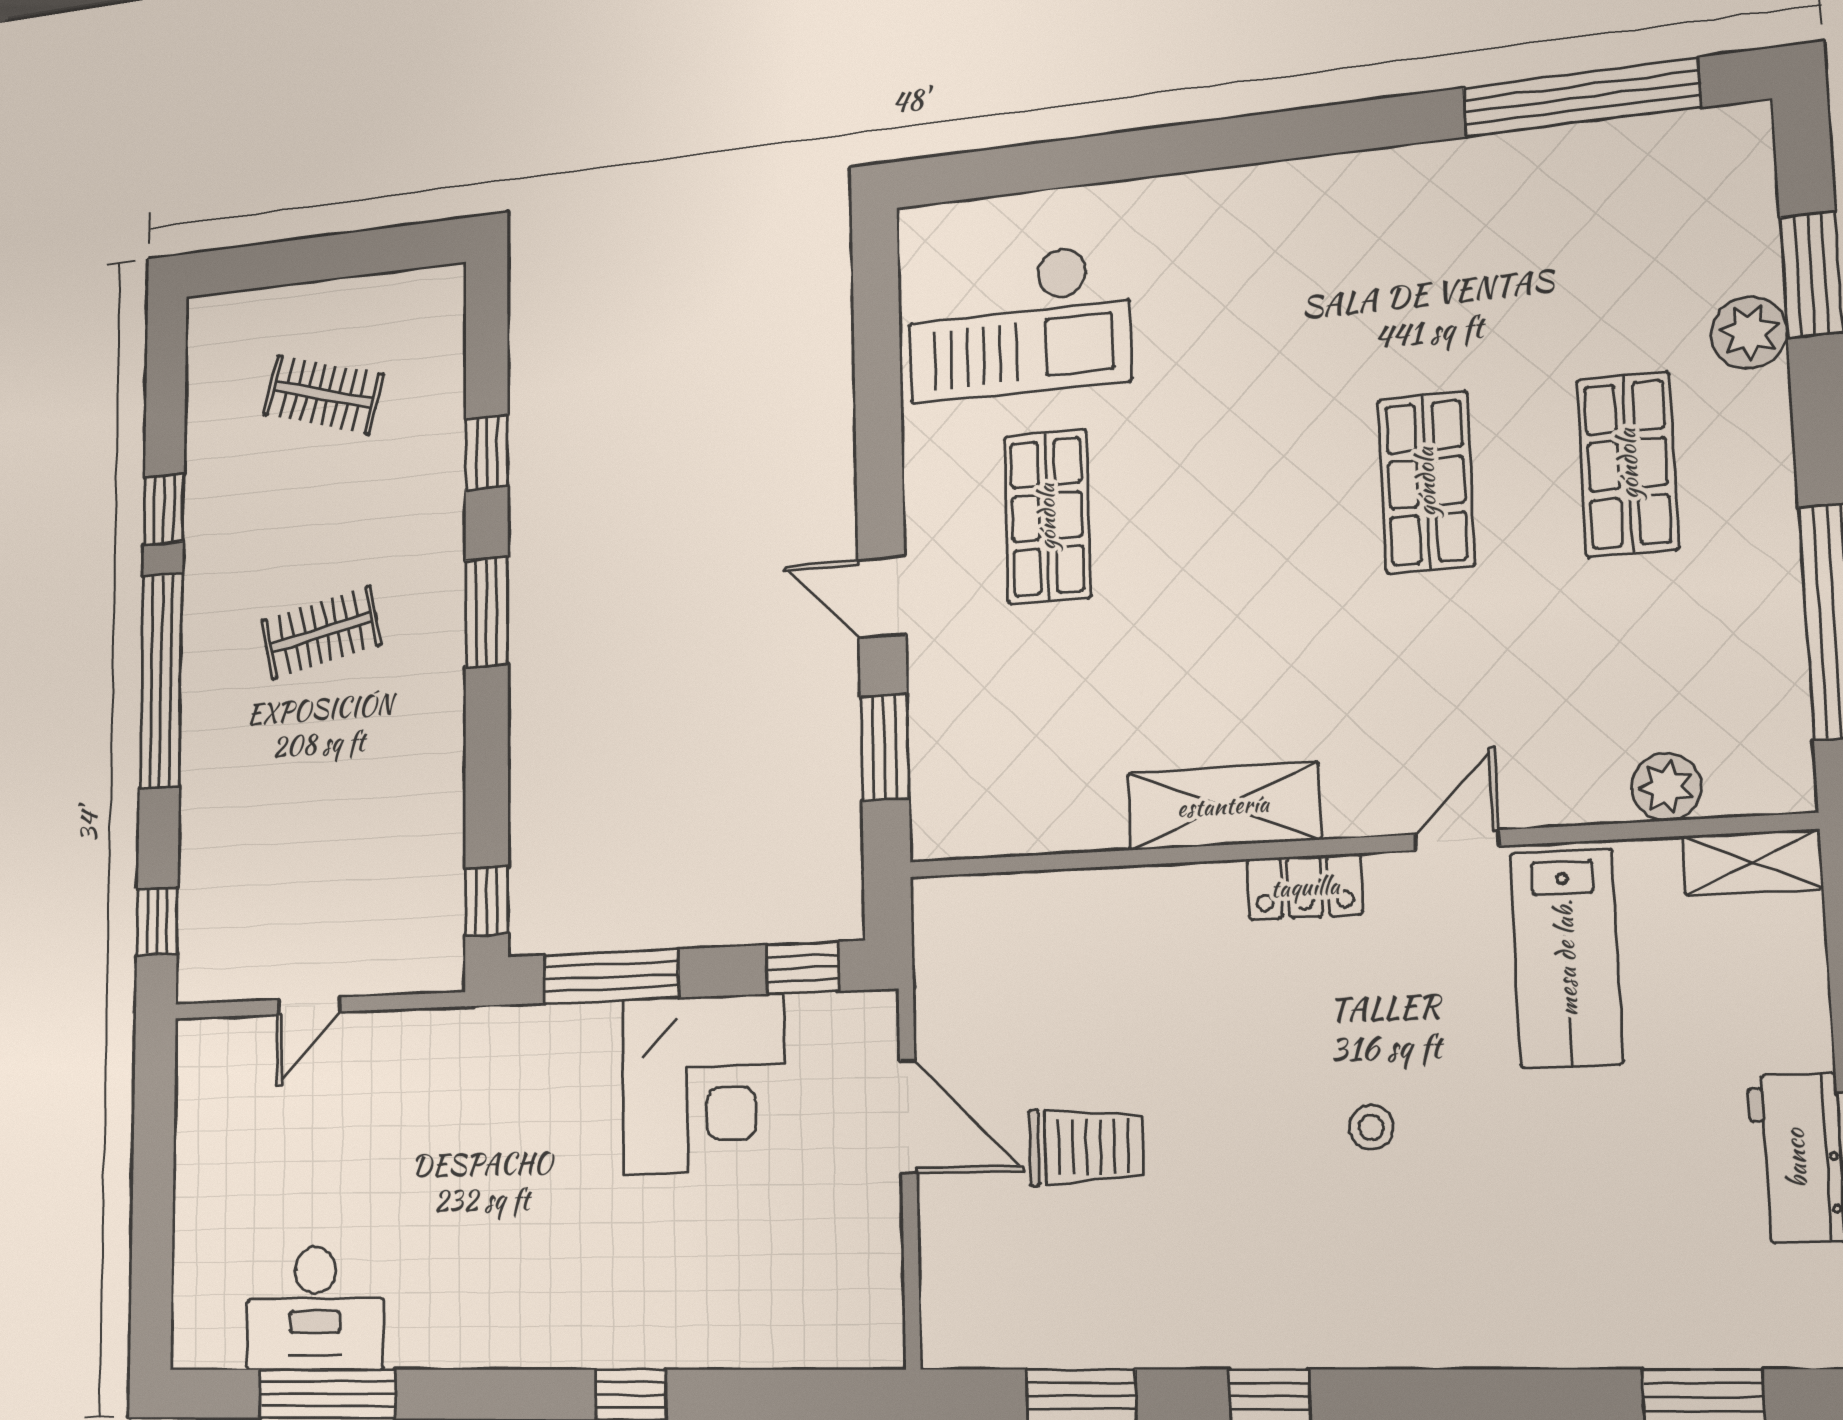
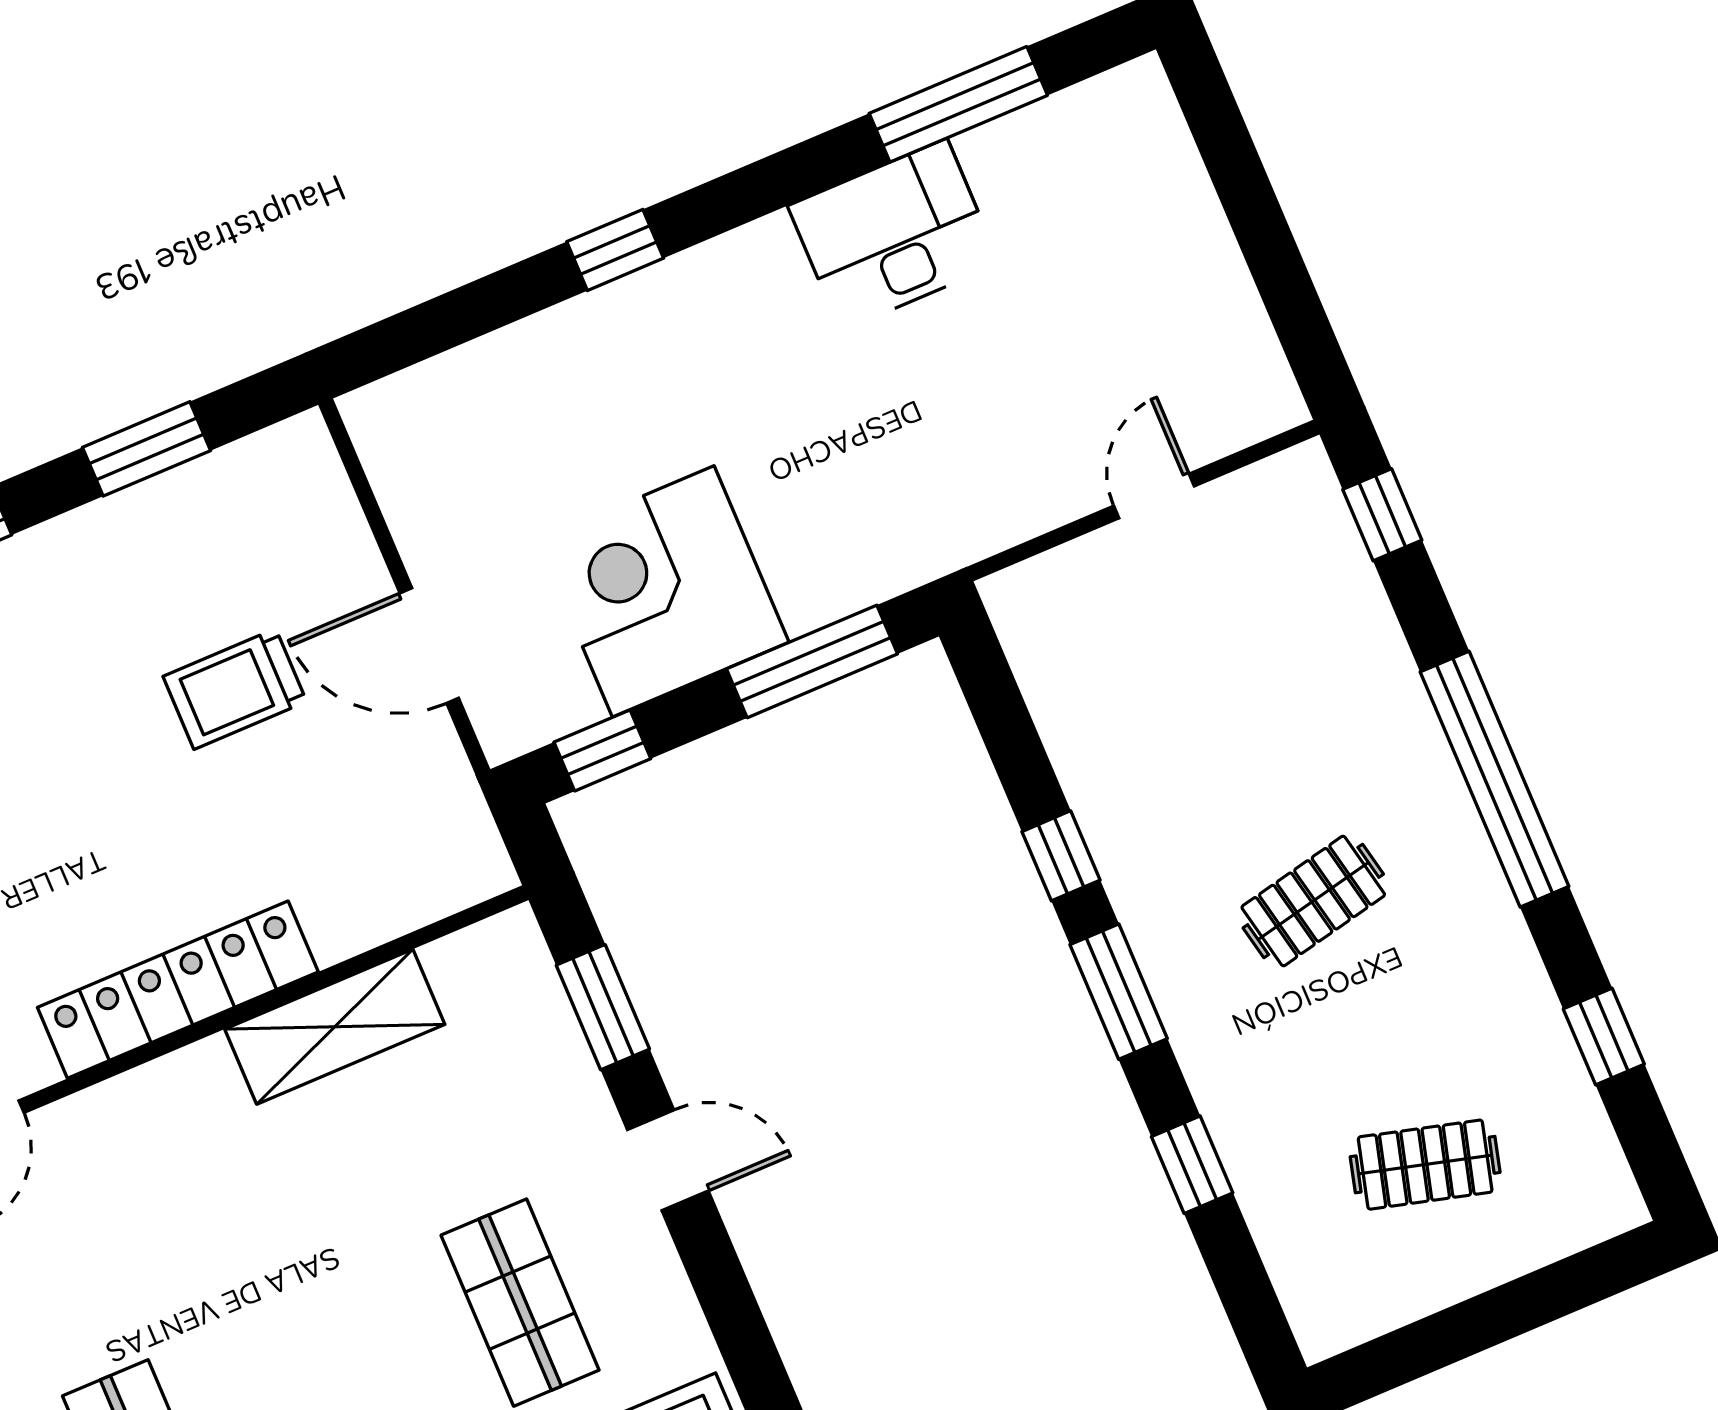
window: (164, 509) -> (1604, 1037), moved
shelving: (1223, 806) -> (335, 1027), moved
locker: (1305, 887) -> (178, 990), width x2.16, depth x1.21
window: (487, 901) -> (1061, 856), moved
desk: (315, 1308) -> (894, 235), moved

